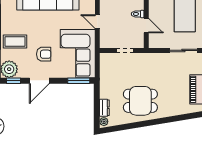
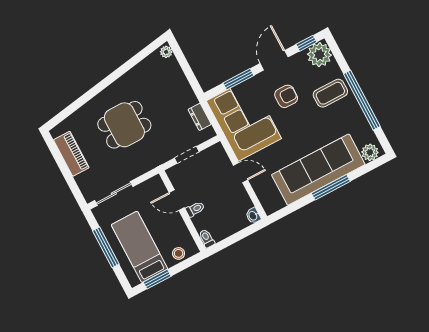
armchair: (44, 54) -> (286, 96), turned 180
window: (79, 81) -> (238, 79), moved
dining table: (140, 101) -> (124, 125), moved
dresser: (104, 108) -> (200, 117), moved

